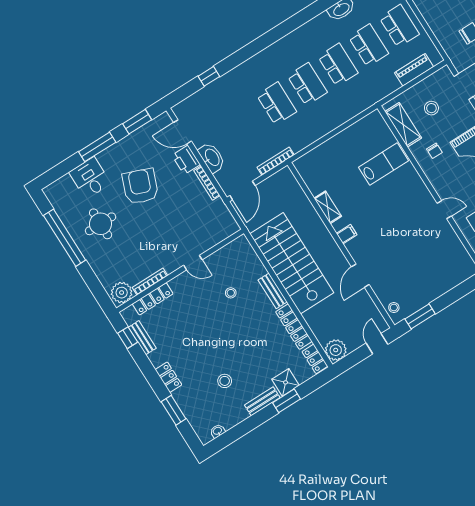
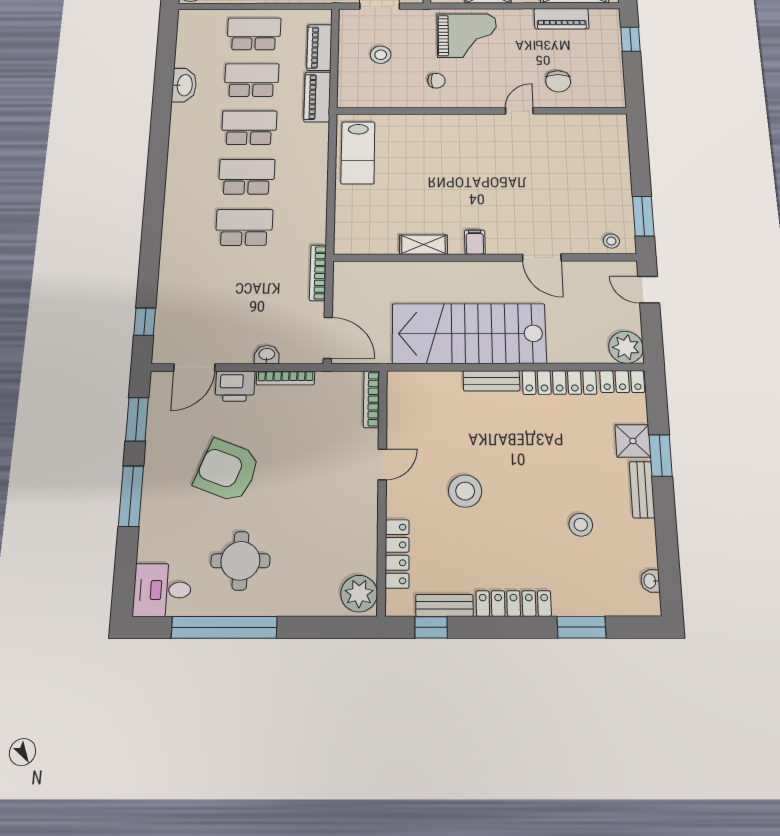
window: (209, 76) -> (145, 322), moved
piano: (381, 90) -> (317, 97), added
shelving: (403, 125) -> (379, 97), removed
washbasin: (212, 158) -> (267, 355), width x0.52, depth x0.69
lab bench: (384, 164) -> (358, 153), moved, turned 180
desk: (90, 178) -> (162, 590), moved
bookcase: (150, 282) -> (371, 399), moved
stool: (231, 293) -> (465, 491), moved, width x1.89, depth x1.89
locker: (168, 377) -> (514, 604), width x1.53

